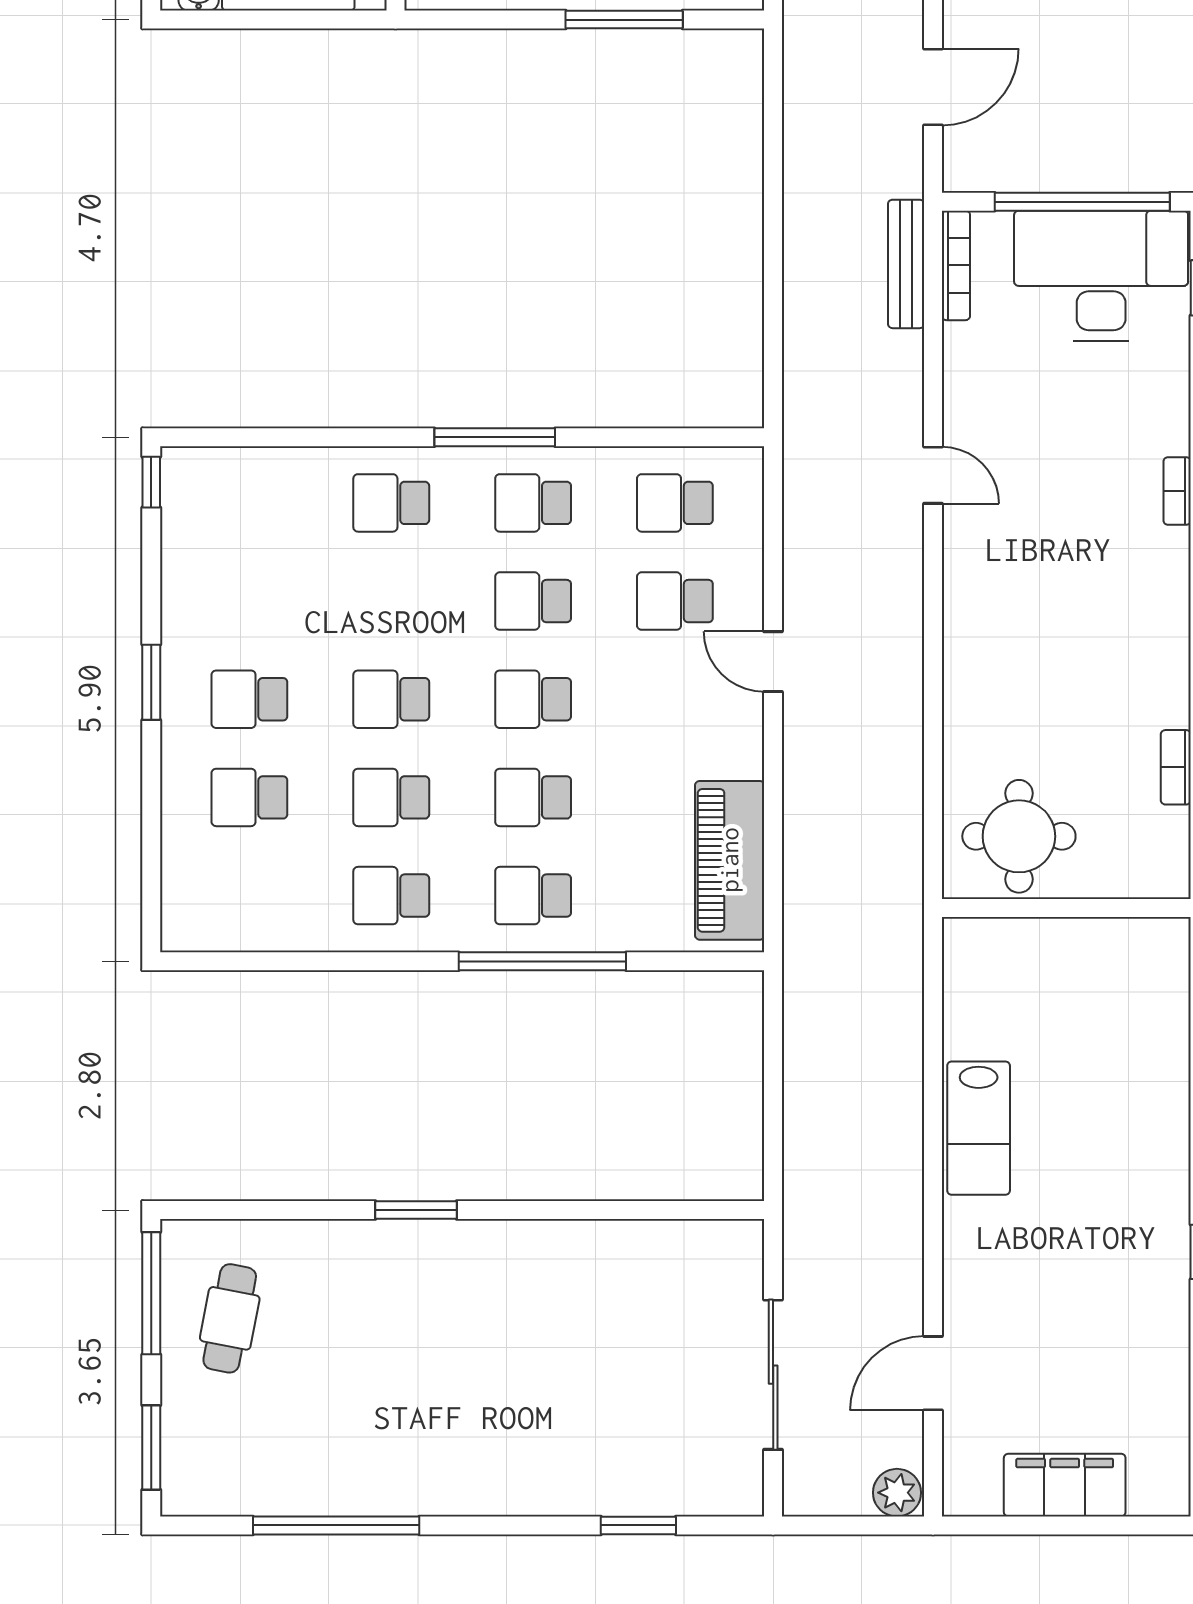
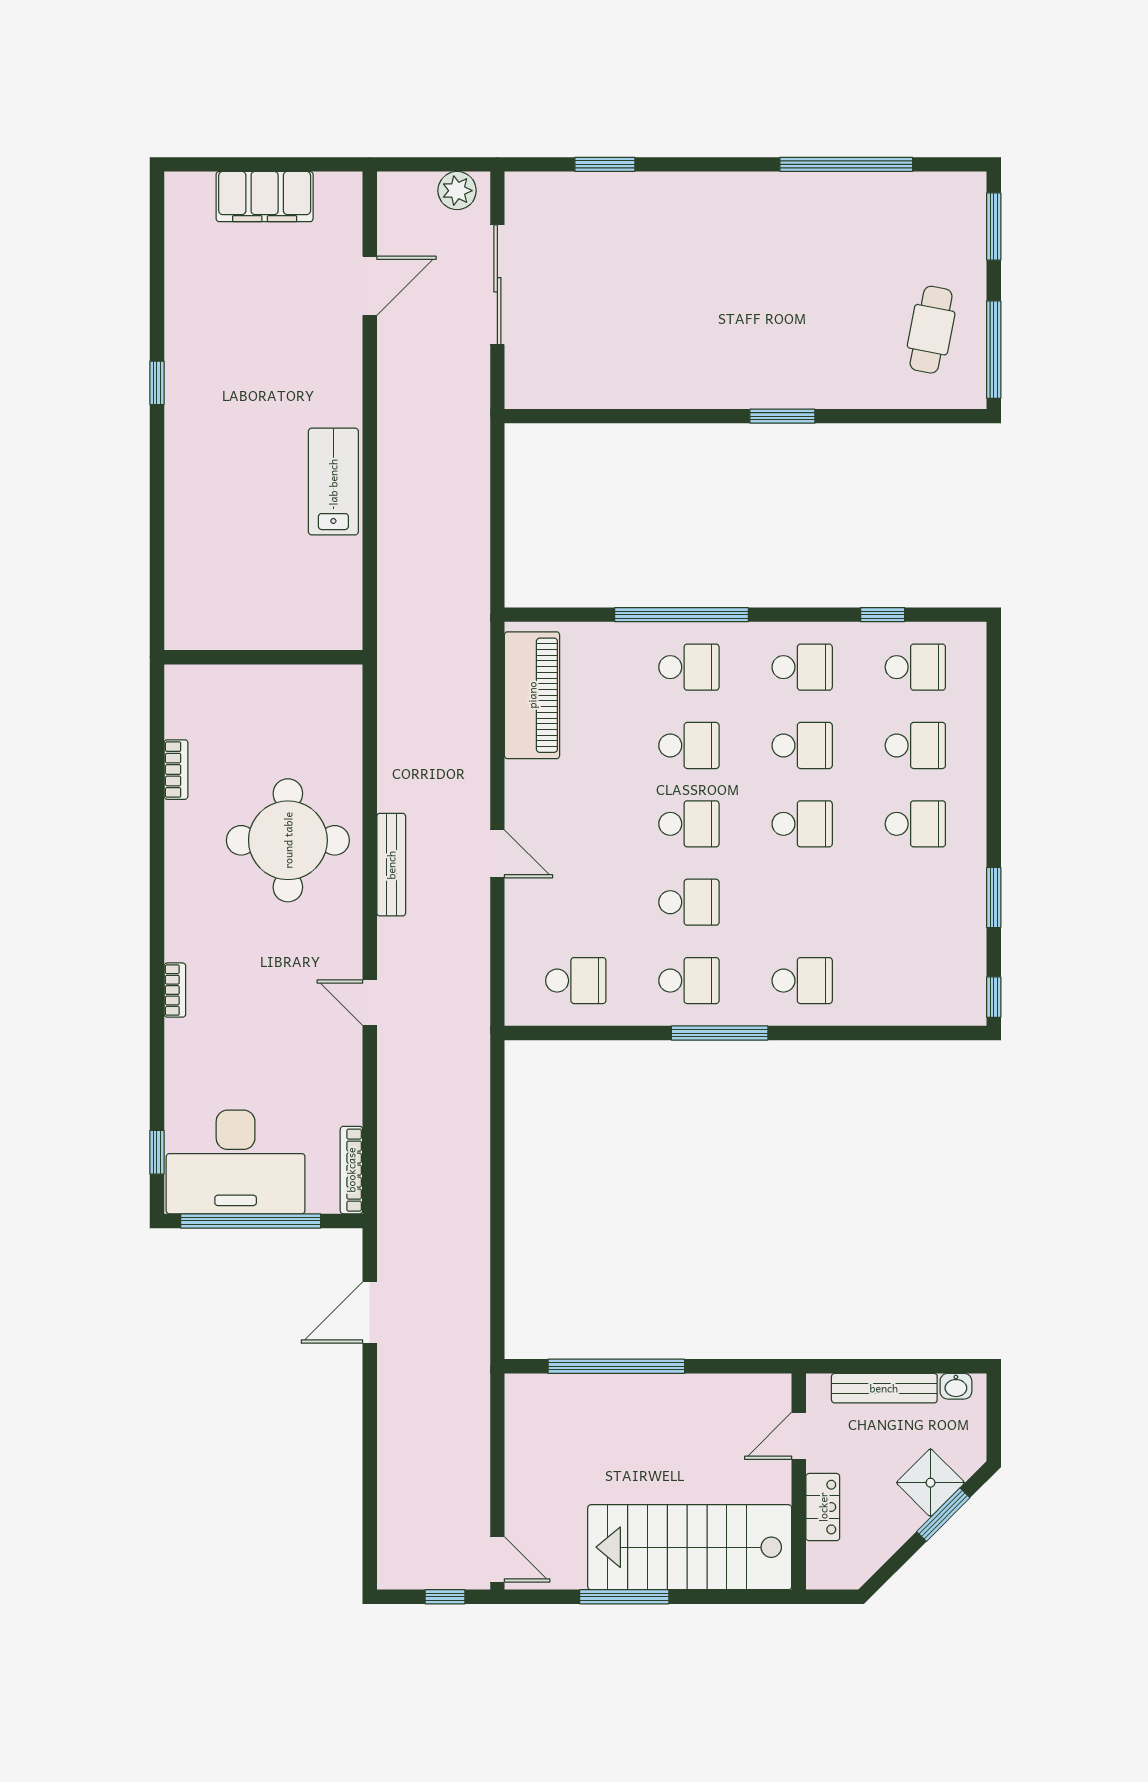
window: (624, 20) -> (616, 1366), width x1.46
bench: (906, 264) -> (391, 865), moved
school desk: (675, 601) -> (915, 667), moved
window: (151, 682) -> (994, 897), moved
round table: (1019, 836) -> (288, 840), moved, width x1.36, depth x1.36
window: (290, 961) -> (883, 615), added
plant: (897, 1493) -> (457, 191), moved

